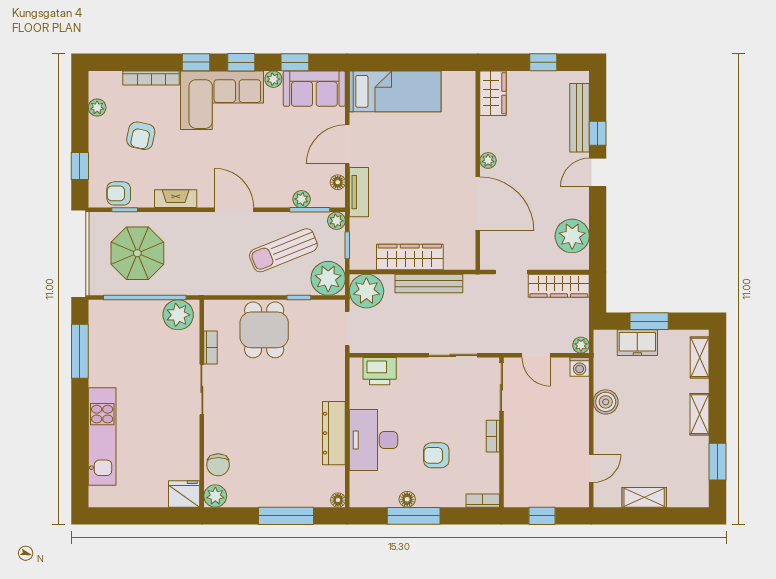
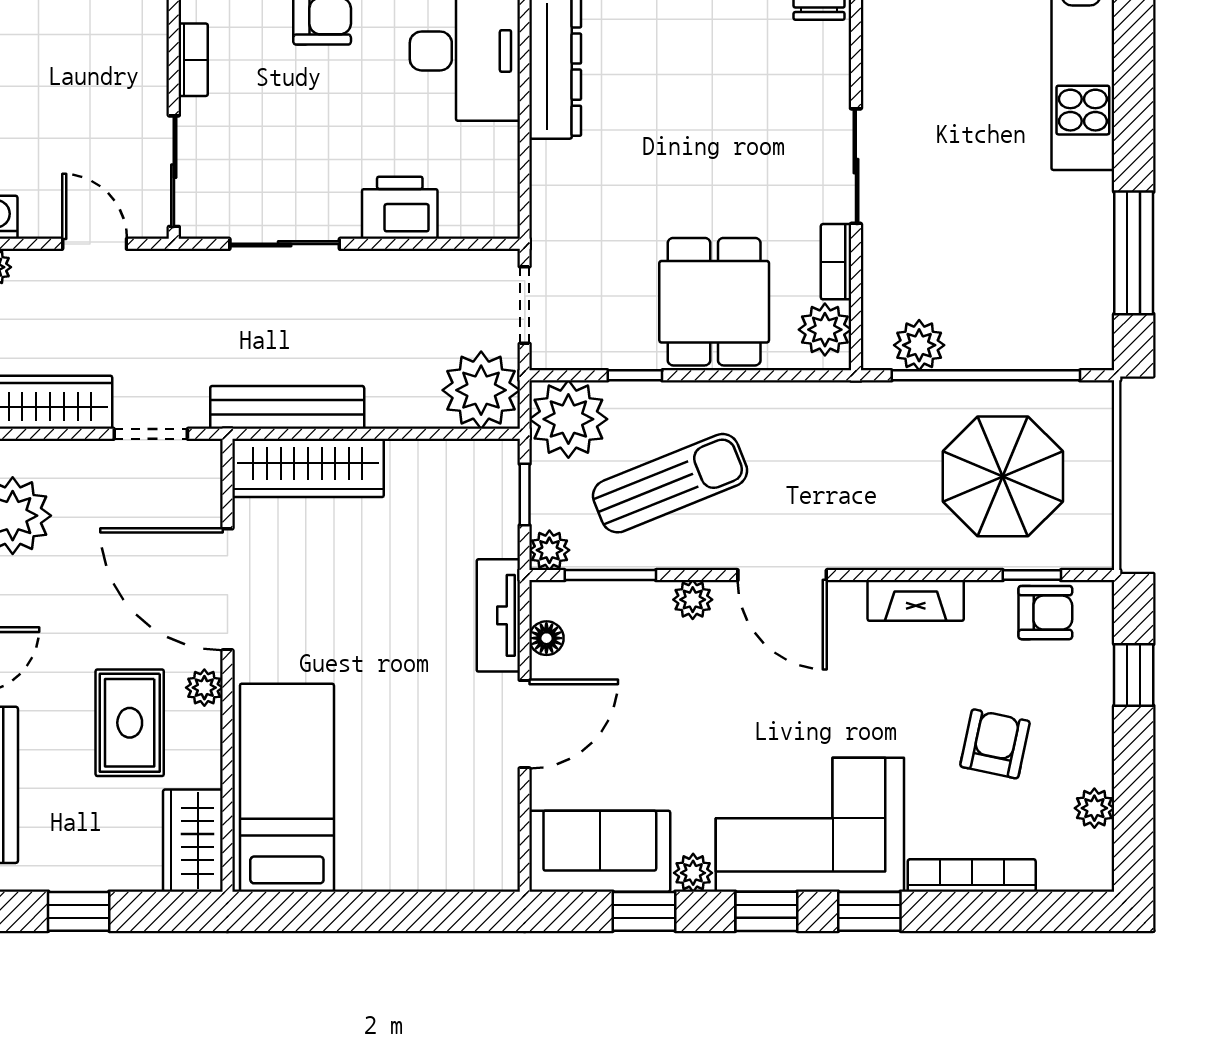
bed: (395, 91) -> (287, 788), moved, turned 90
rug: (521, 145) -> (130, 723), added
plant: (302, 199) -> (693, 600), moved
wardrobe: (410, 257) -> (308, 468), moved
bench: (429, 283) -> (287, 407), moved
plant: (178, 315) -> (919, 345), width x0.73, depth x0.73
plant: (215, 318) -> (825, 330), added
printer: (380, 371) -> (400, 208), moved

